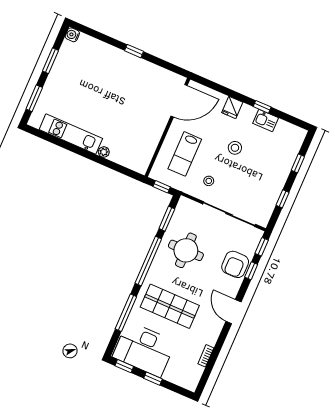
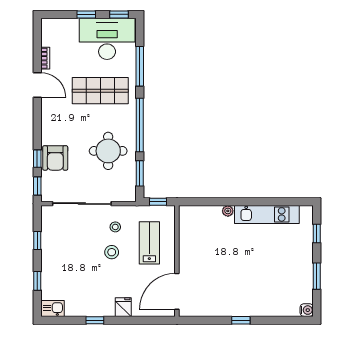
window: (34, 98) -> (317, 233), width x0.67
kitchen sink: (266, 121) -> (53, 308), moved
stool: (235, 148) -> (112, 252), moved
armchair: (235, 264) -> (55, 158), turned 180
door: (233, 312) -> (37, 85), moved

